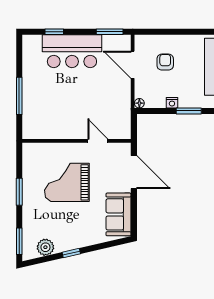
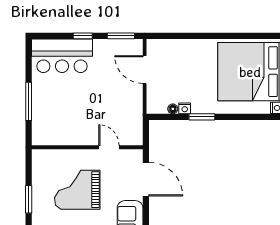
window: (54, 32) -> (83, 36), moved
bar counter: (72, 51) -> (62, 56), moved
armchair: (165, 62) -> (178, 67), removed
floor lamp: (139, 103) -> (173, 109), moved

